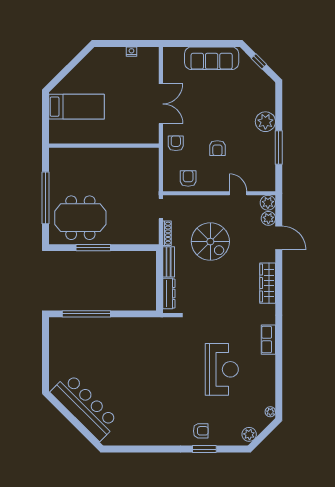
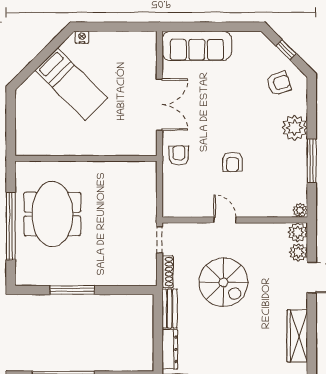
nightstand: (131, 52) -> (82, 37), moved
sofa: (212, 58) -> (197, 46), moved
bed: (76, 107) -> (71, 84), moved, turned 45
armchair: (188, 179) -> (279, 83), moved, turned 71
plant: (270, 186) -> (300, 210), added
door: (238, 193) -> (225, 220), moved
meeting table: (80, 218) -> (52, 214), moved, turned 90

